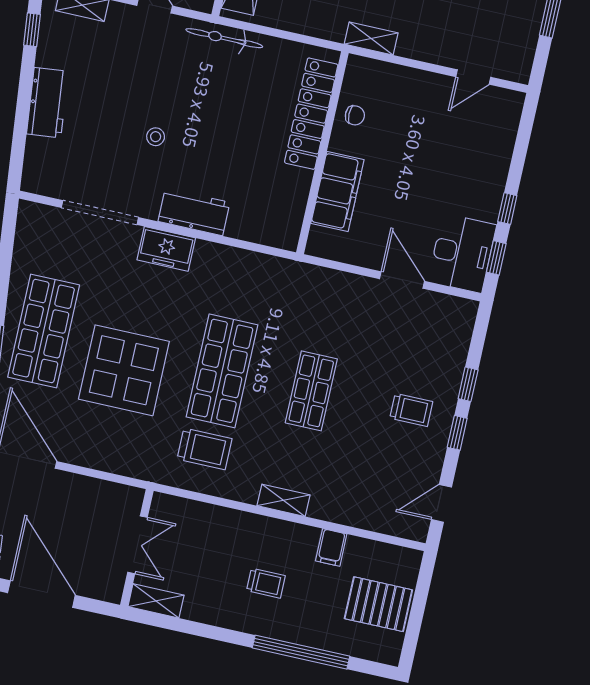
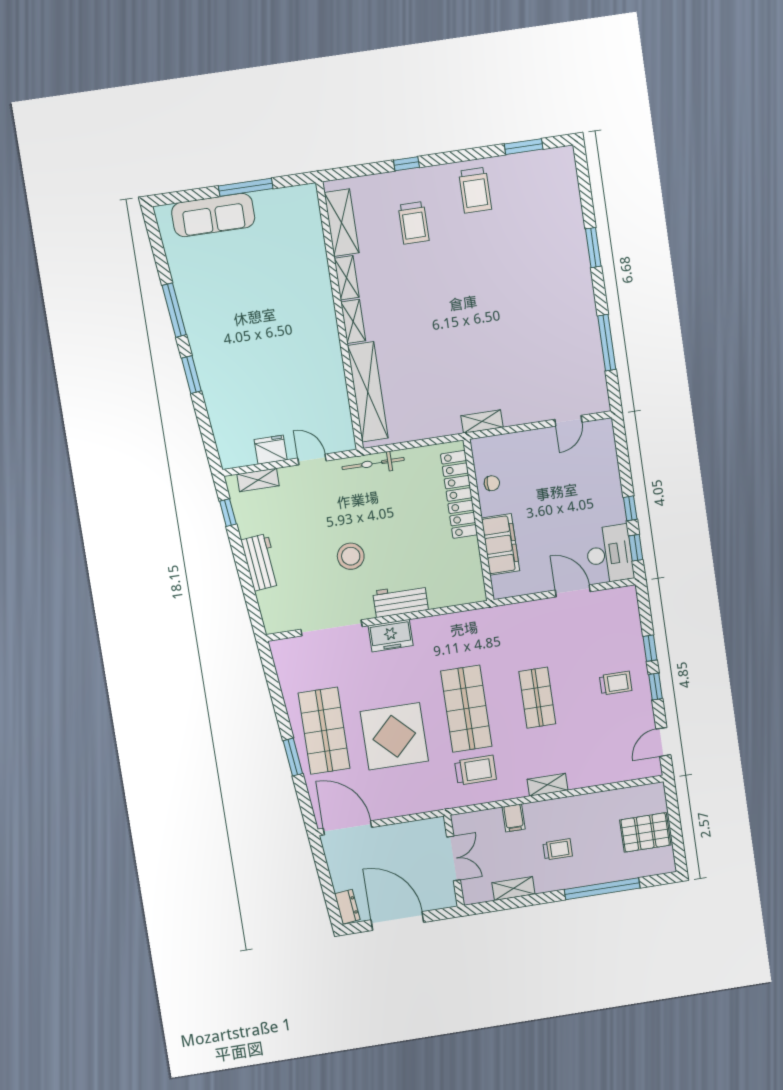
stool: (156, 137) -> (351, 556), width x1.89, depth x1.89
filing cabinet: (331, 547) -> (514, 818), moved
shelving: (156, 601) -> (513, 888), moved

